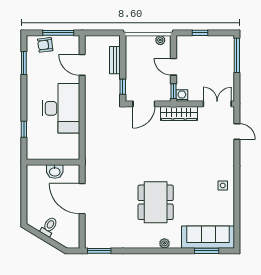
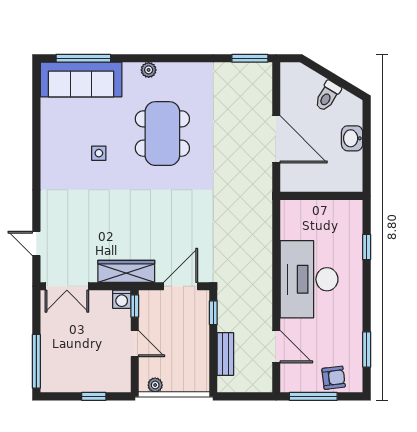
washbasin: (55, 172) -> (352, 138), moved, turned -90
side table: (223, 185) -> (99, 153), moved
window: (207, 251) -> (83, 58), width x1.44

